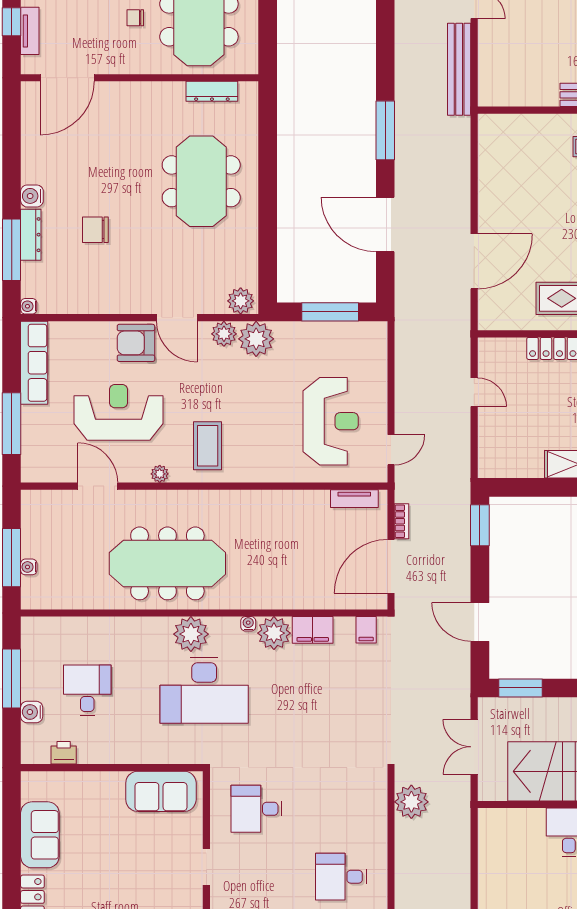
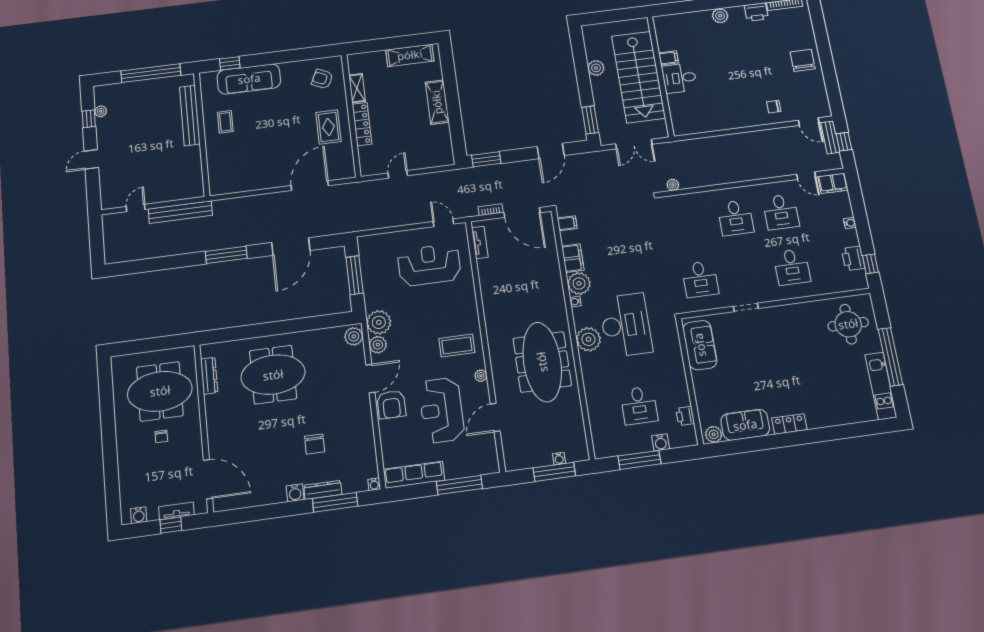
door: (474, 261) -> (310, 186), hinge flipped
desk: (87, 690) -> (639, 405), turned -90
plant: (33, 788) -> (714, 434), added
plant: (411, 802) -> (673, 185), width x0.53, depth x0.53

